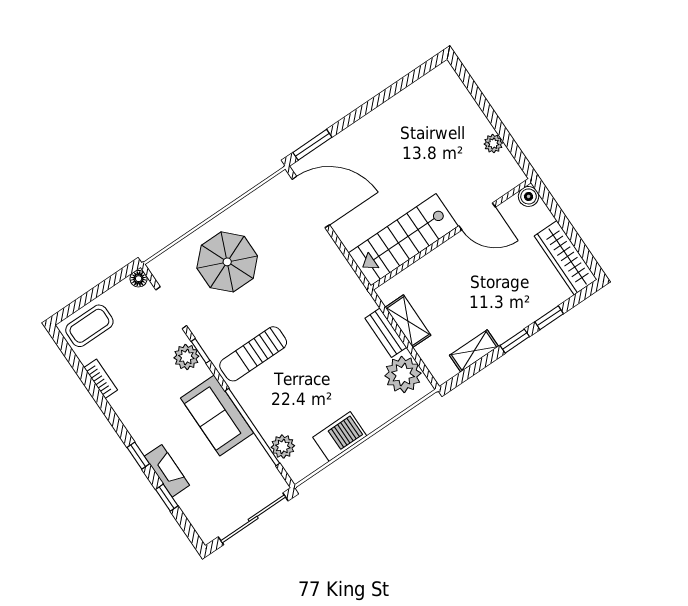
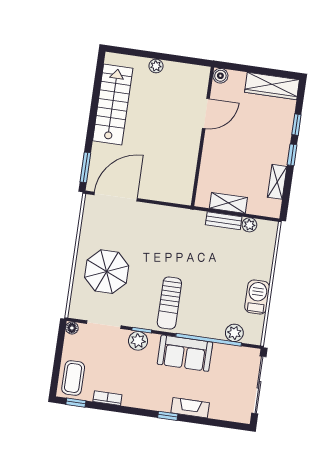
plant: (493, 144) -> (156, 66), moved
stairs: (403, 240) -> (113, 105), moved, turned 180
plant: (403, 374) -> (249, 225), width x0.53, depth x0.53
window: (167, 498) -> (76, 403), moved

